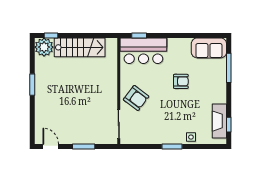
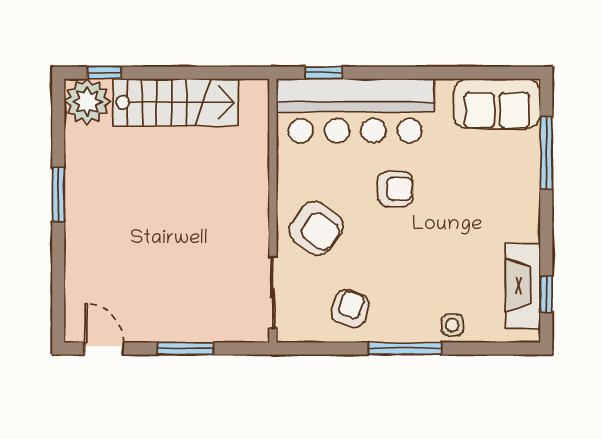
bar counter: (143, 51) -> (355, 111), width x1.36
armchair: (181, 81) -> (395, 189), moved
armchair: (150, 130) -> (350, 309), added
window: (172, 146) -> (405, 348), width x1.44

